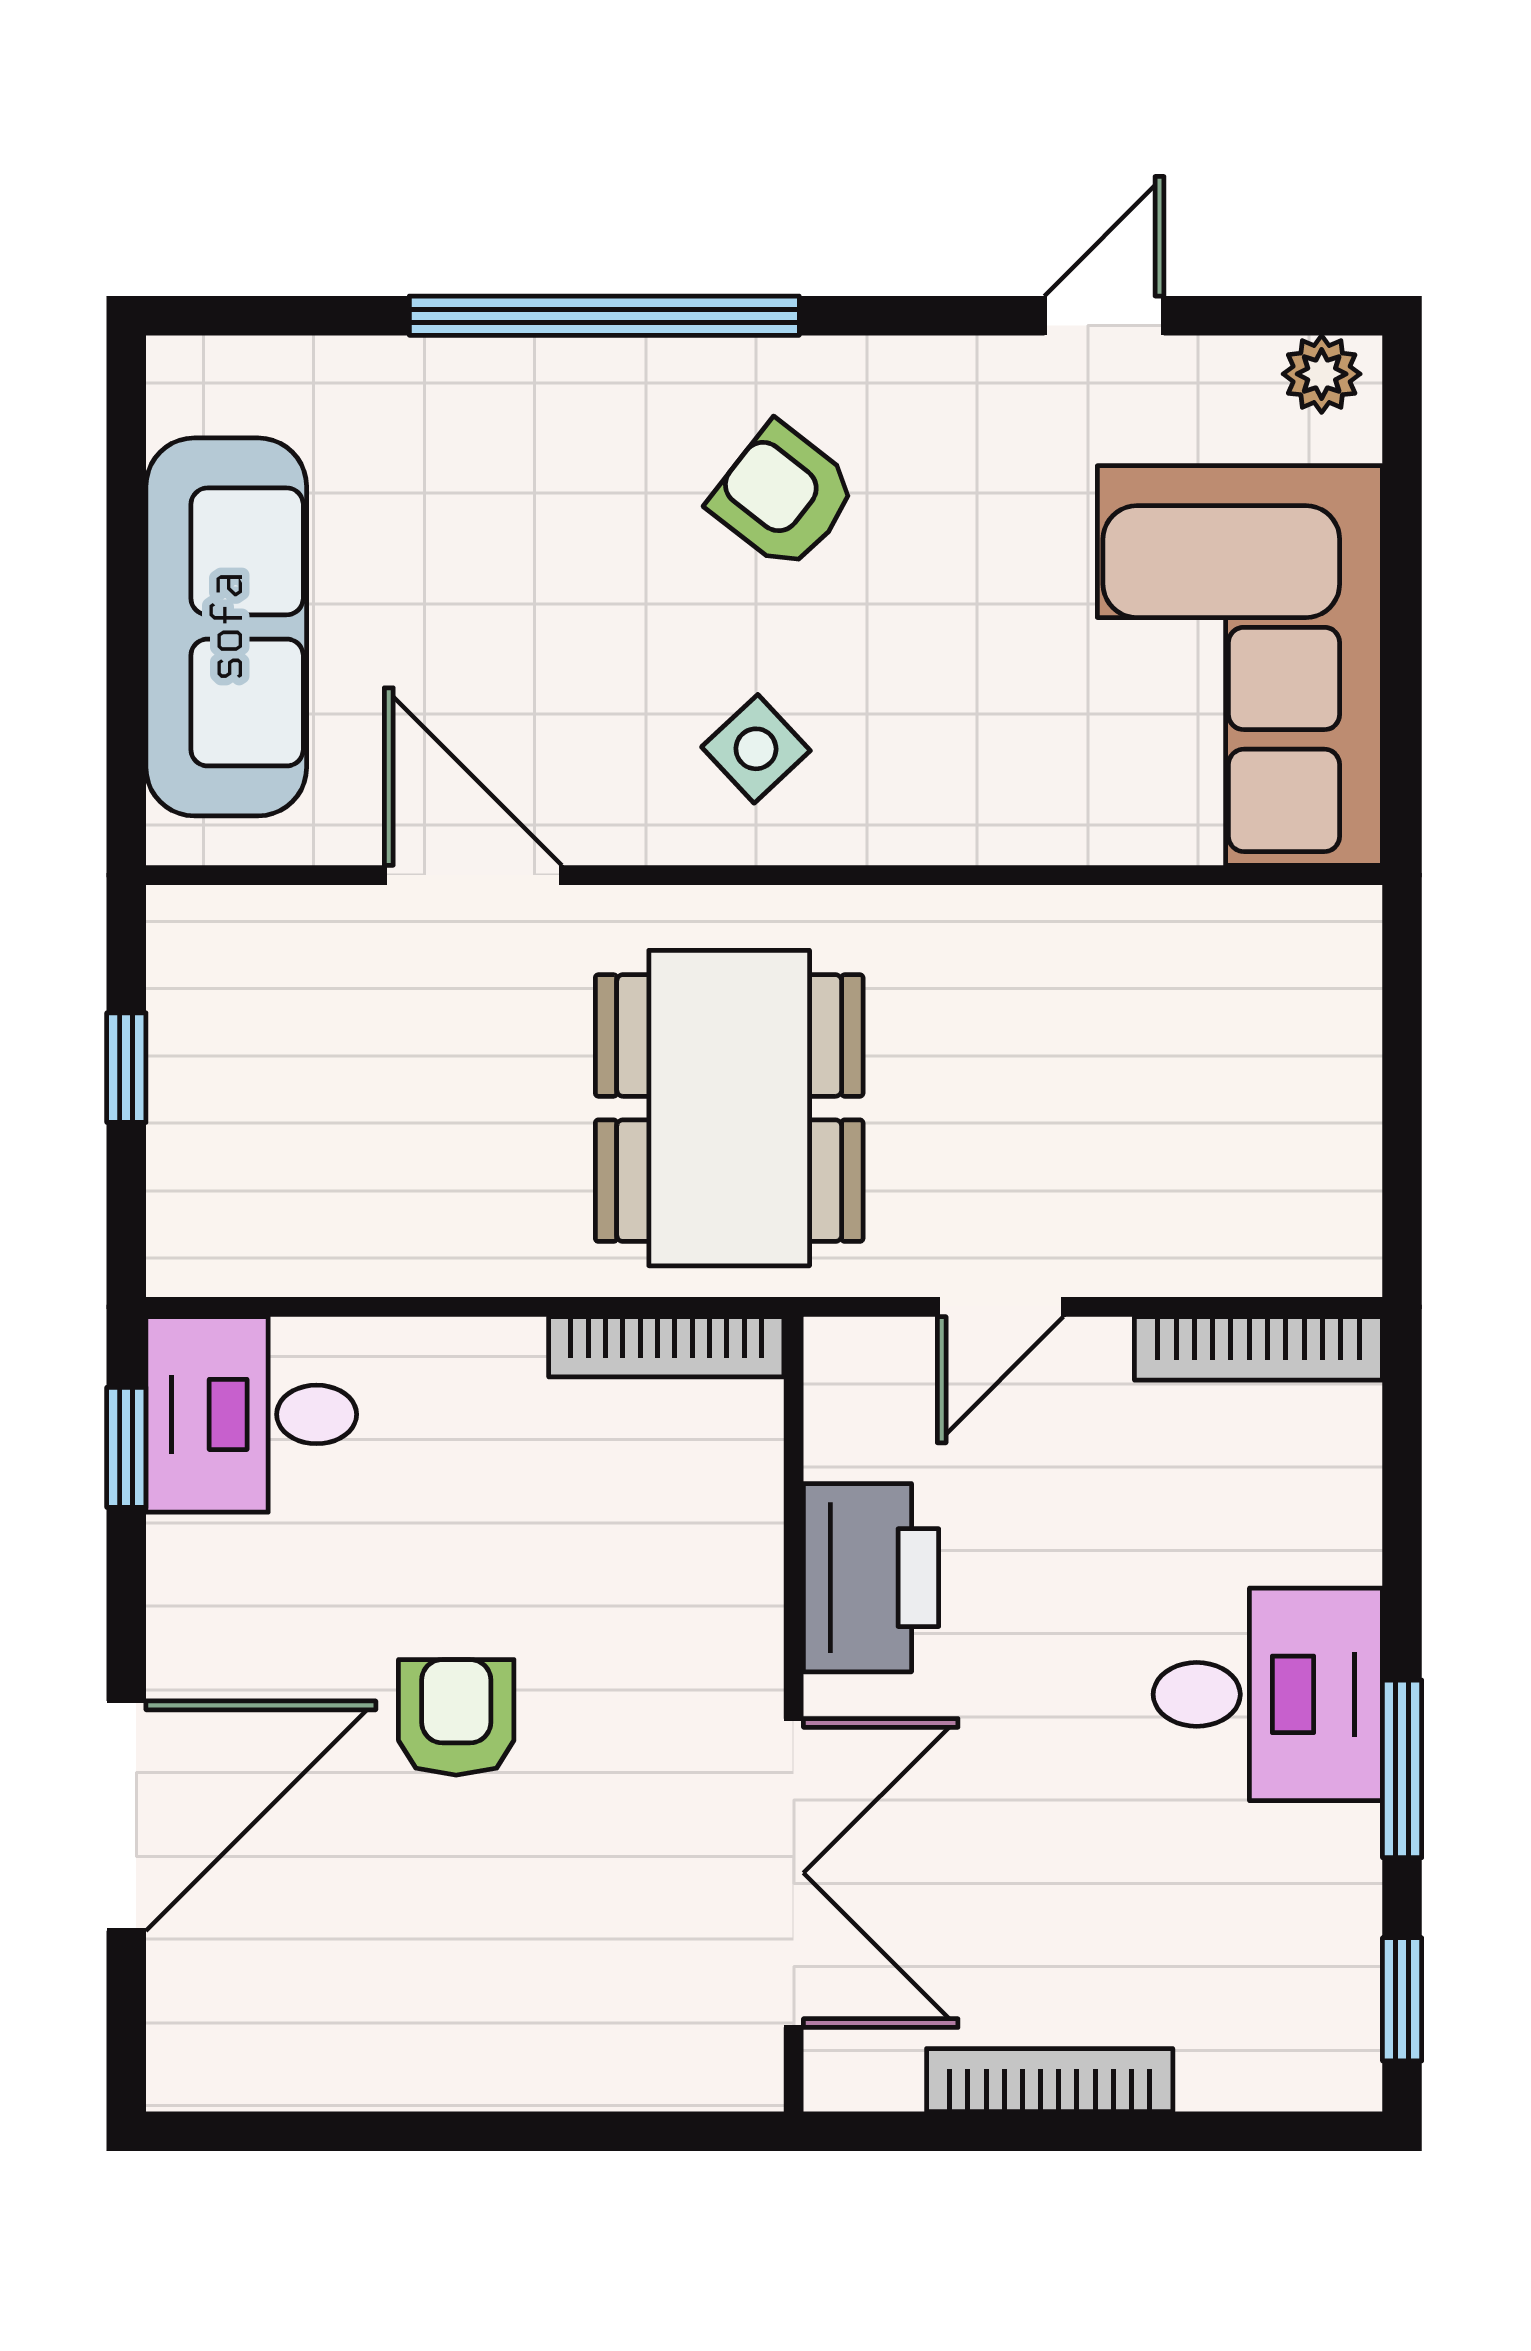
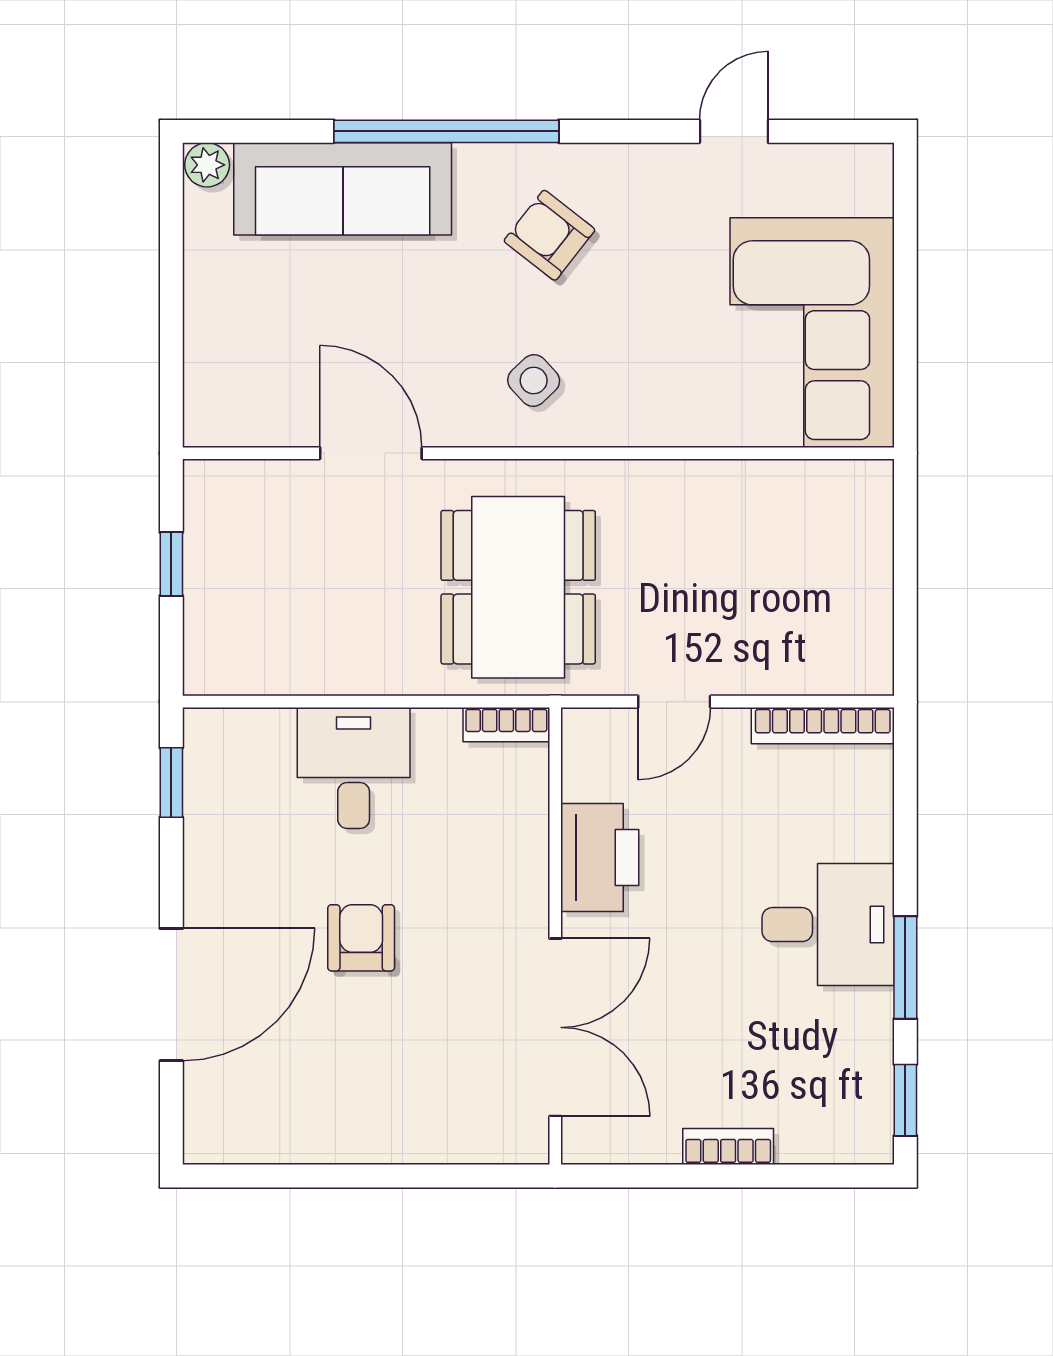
plant: (1322, 374) -> (207, 165), moved
sofa: (226, 627) -> (343, 189), moved, turned 90
bookcase: (666, 1347) -> (506, 725), width x0.64
desk: (251, 1414) -> (354, 768), moved, turned 90
bookcase: (1050, 2080) -> (728, 1147), width x0.64

